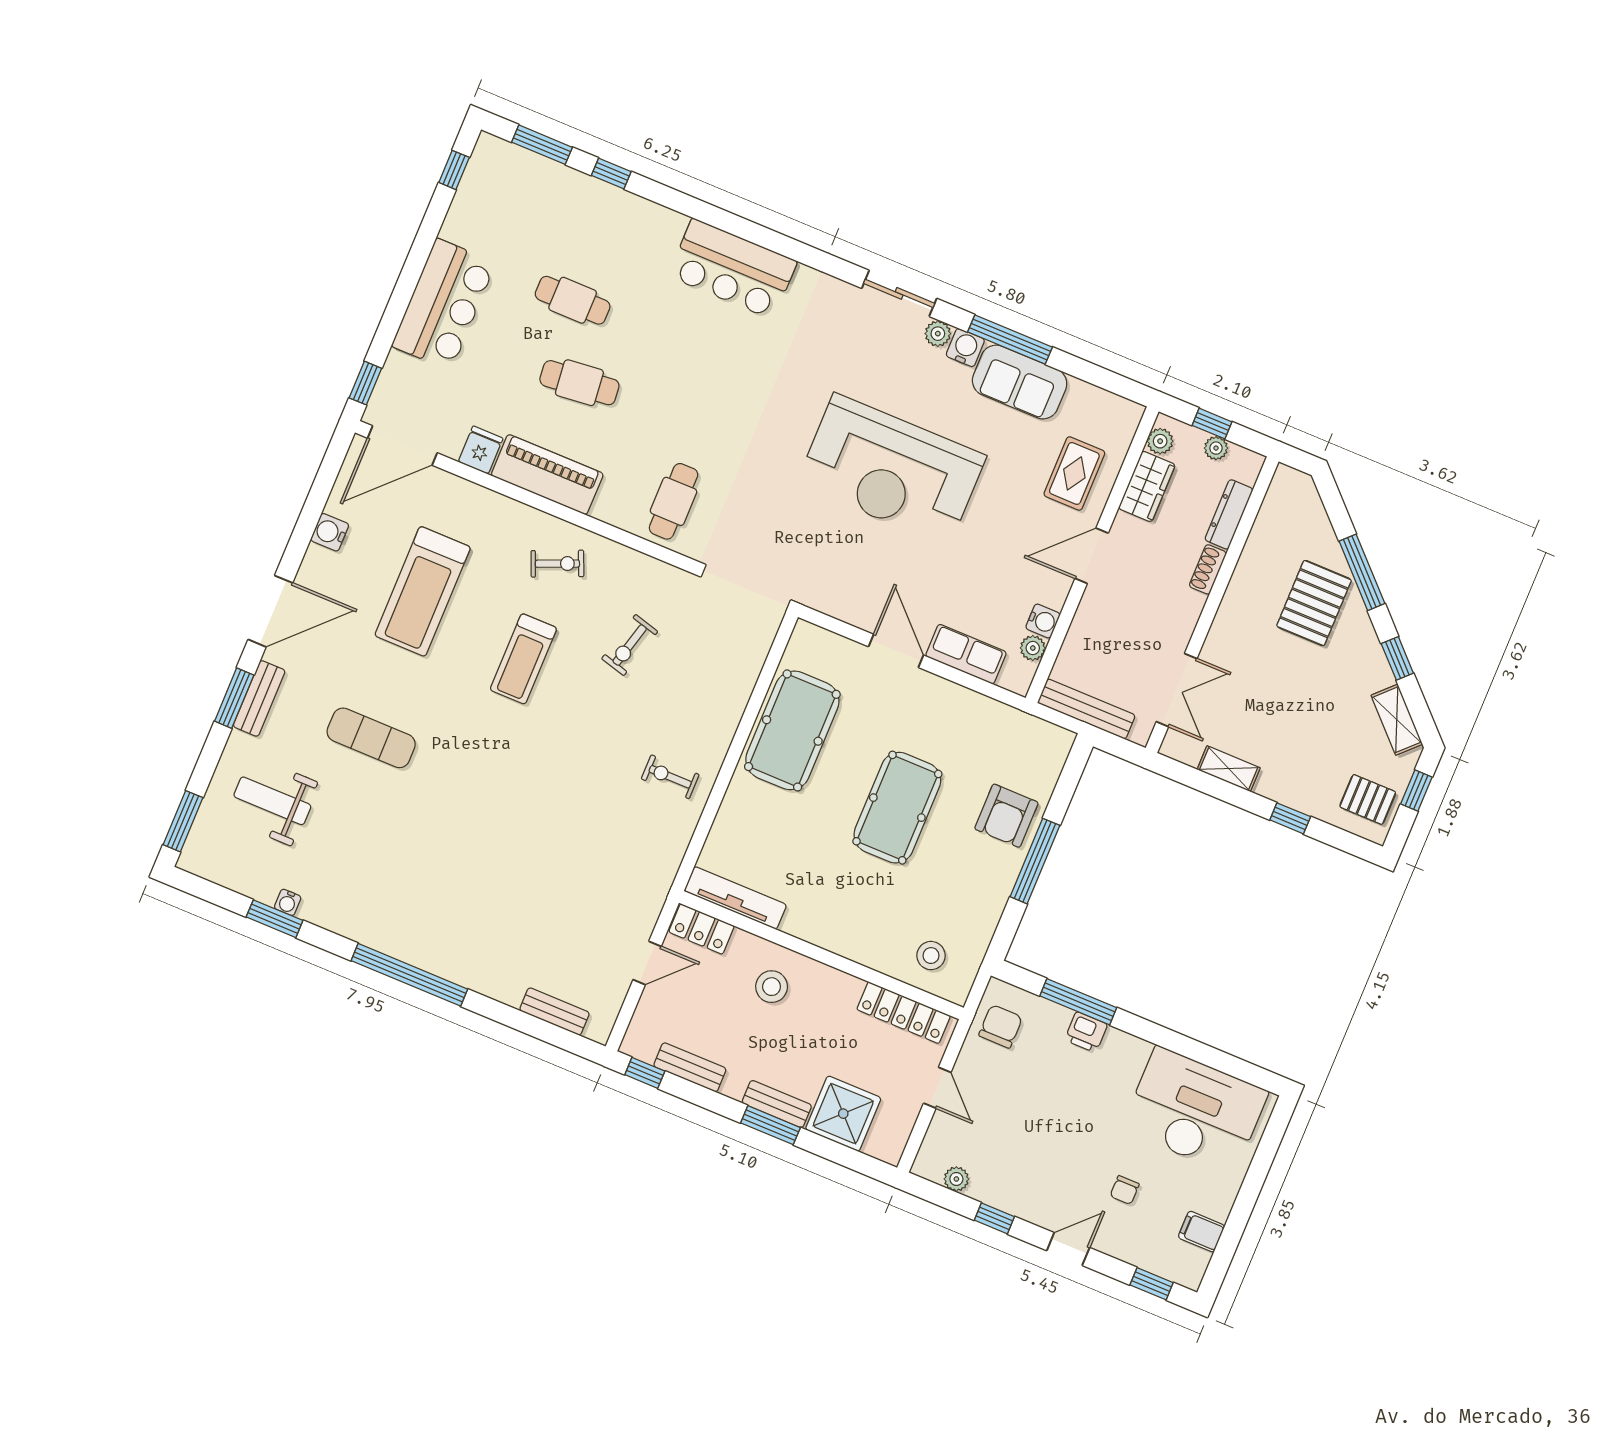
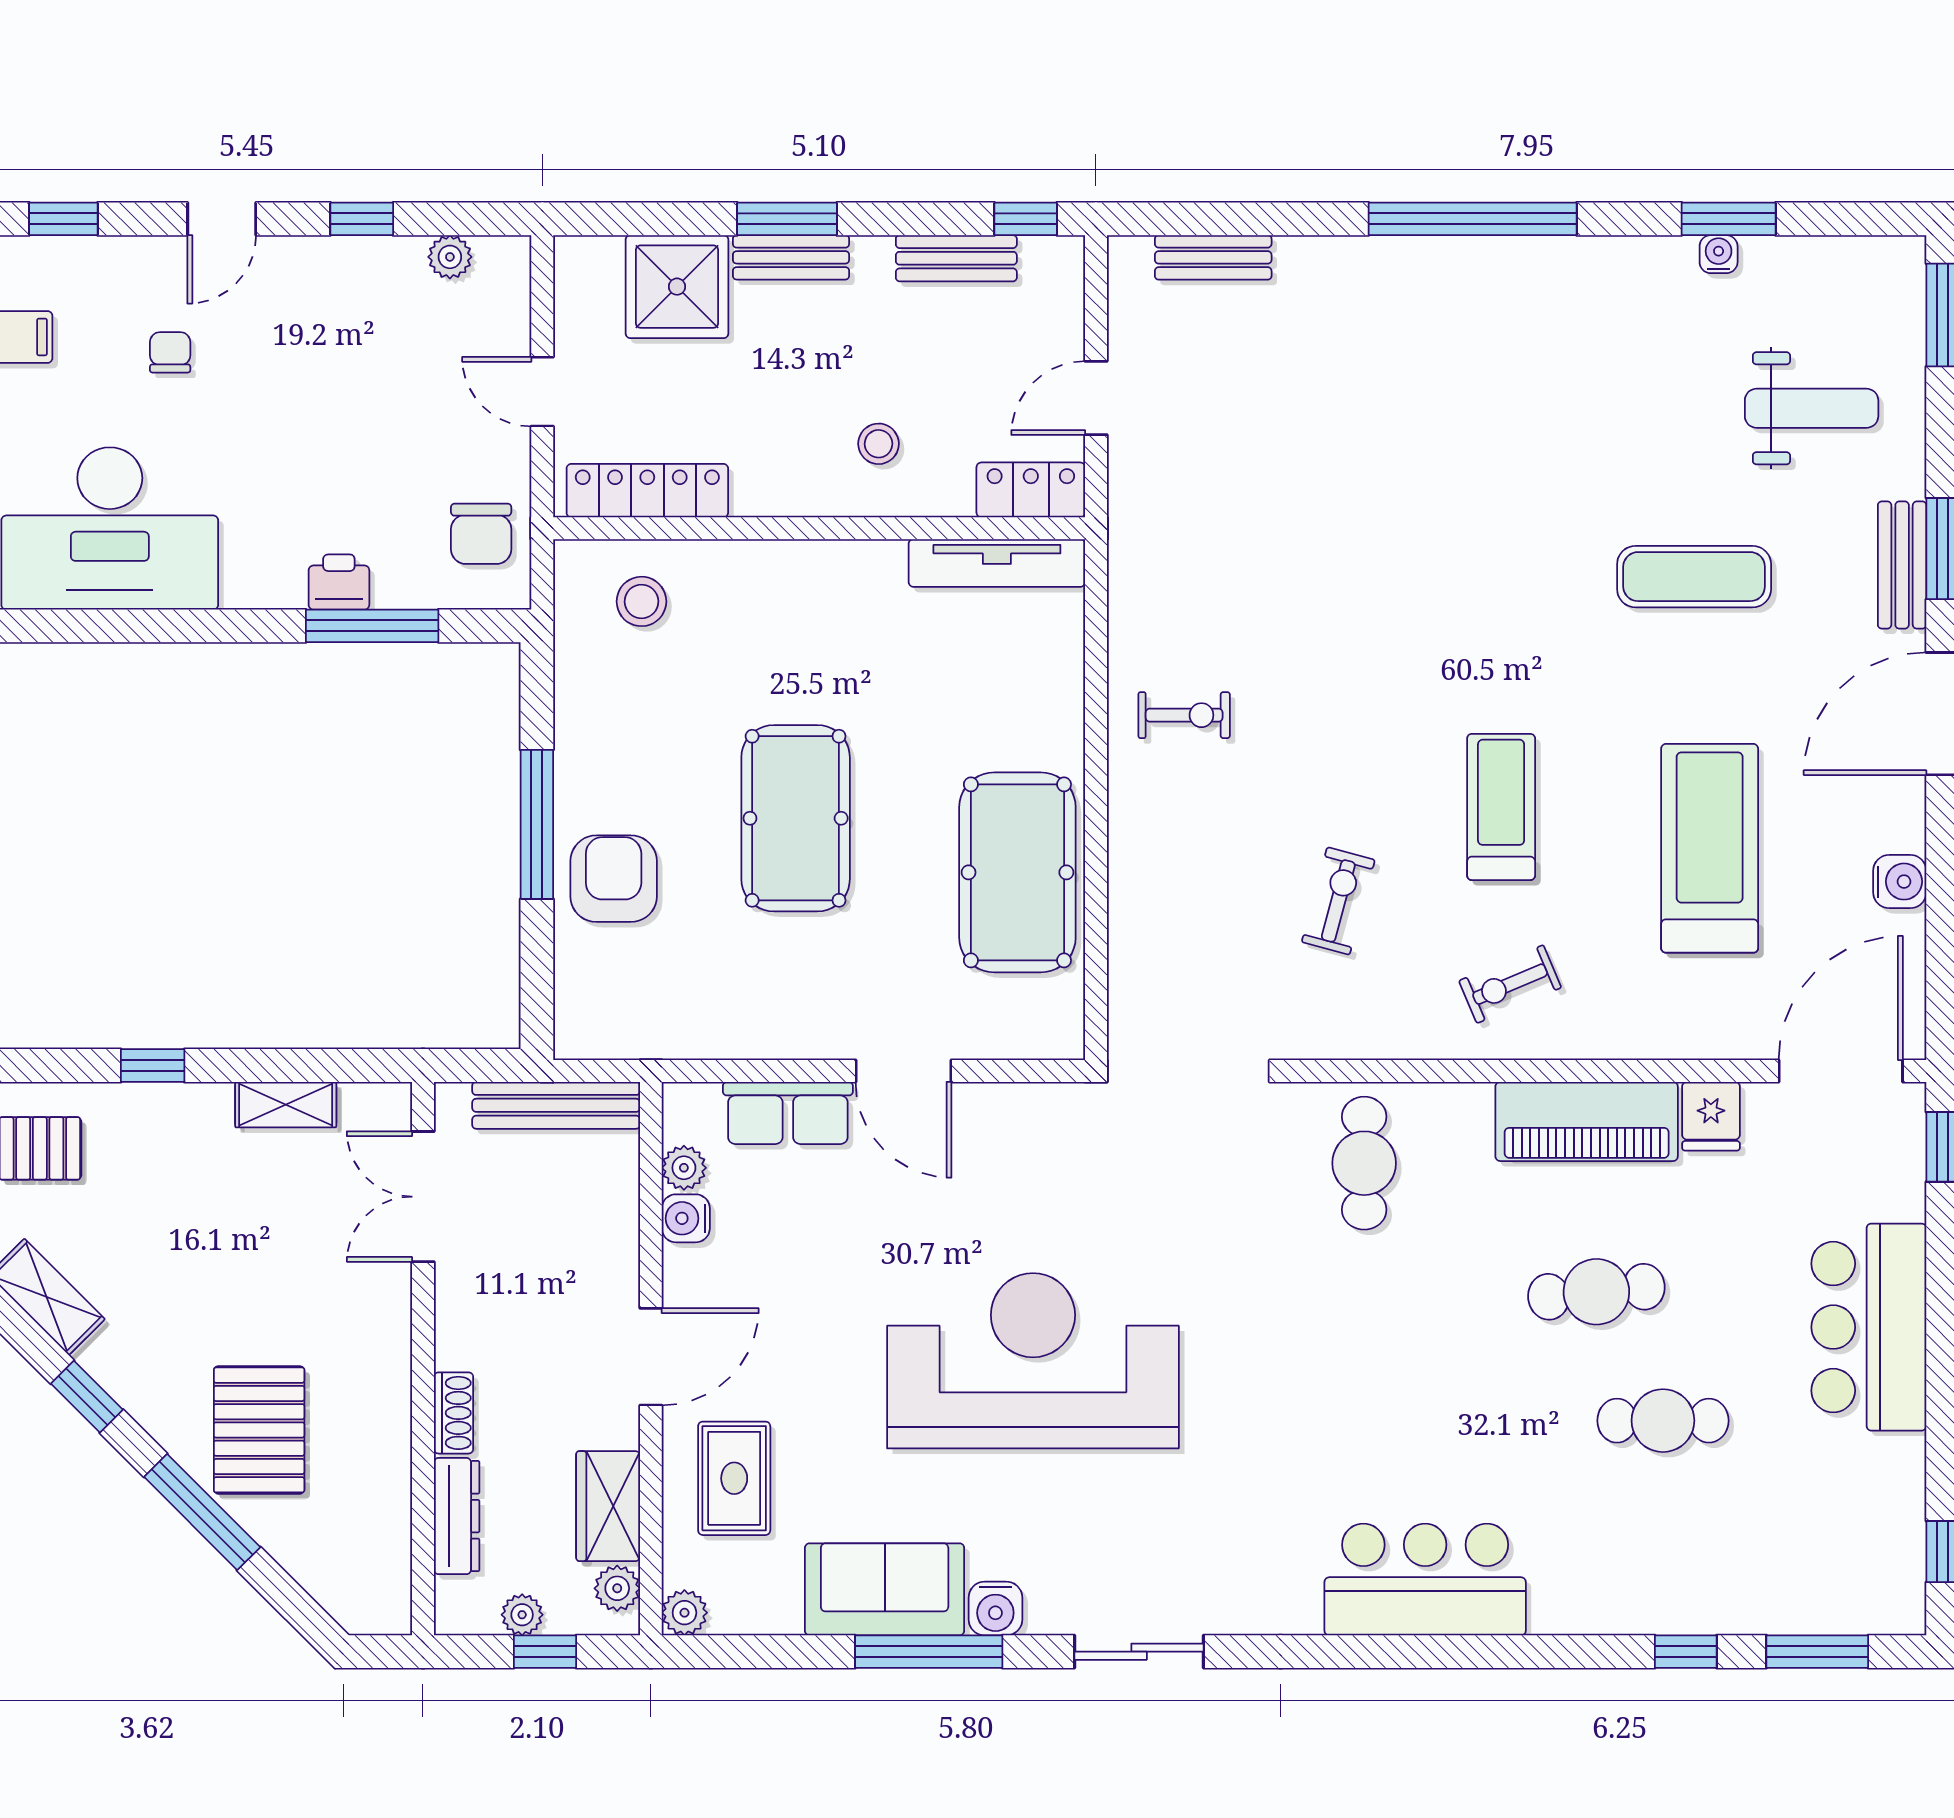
plant: (938, 334) -> (684, 1613), moved
stool: (772, 987) -> (879, 444), width x0.73, depth x0.73

